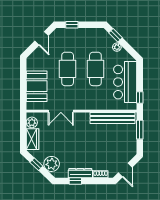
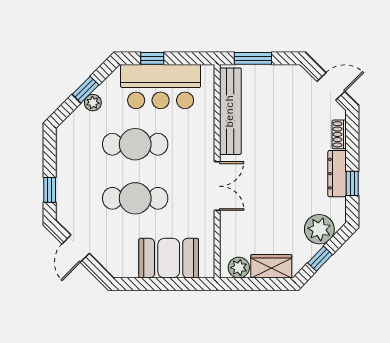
window: (116, 35) -> (86, 90), moved
door: (42, 38) -> (76, 249), swing flipped
window: (140, 98) -> (152, 58), moved
double door: (61, 111) -> (217, 186), moved

